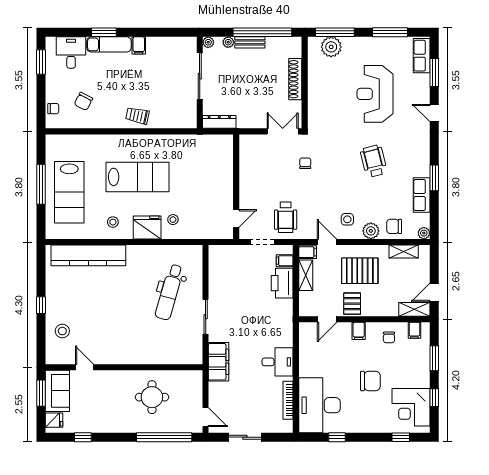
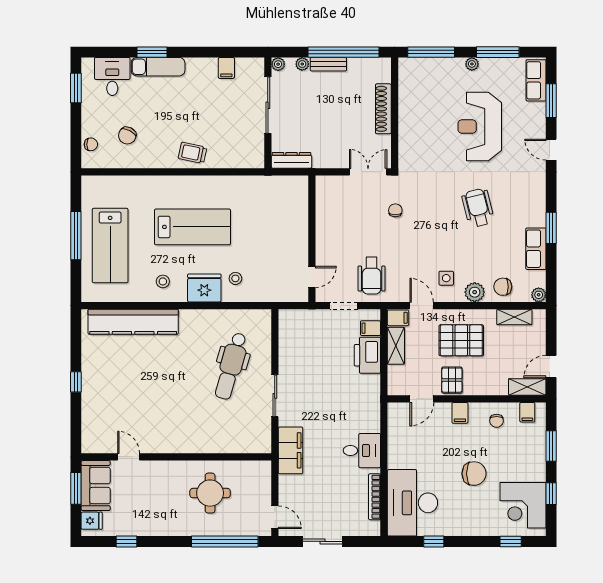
filing cabinet: (139, 45) -> (226, 68), moved
plant: (331, 47) -> (472, 64), moved, width x0.53, depth x0.53
stool: (62, 331) -> (102, 413), removed

